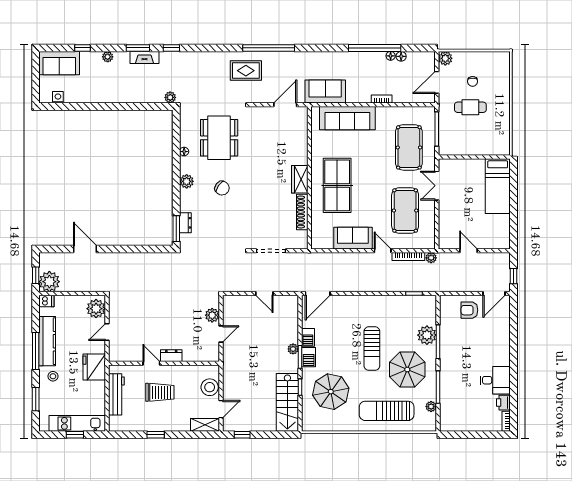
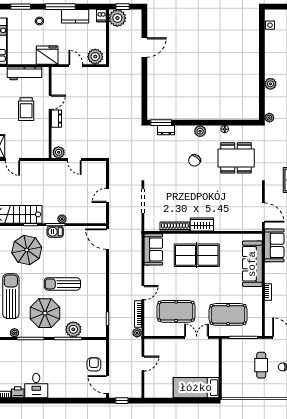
plant: (129, 96) -> (270, 84), added
sofa: (353, 238) -> (153, 249), moved
plant: (212, 315) -> (59, 152), moved
barbecue: (308, 337) -> (71, 231), removed
kitchen counter: (47, 341) -> (75, 16), width x0.67
stool: (210, 387) -> (30, 150), removed

